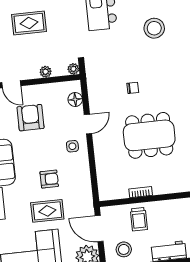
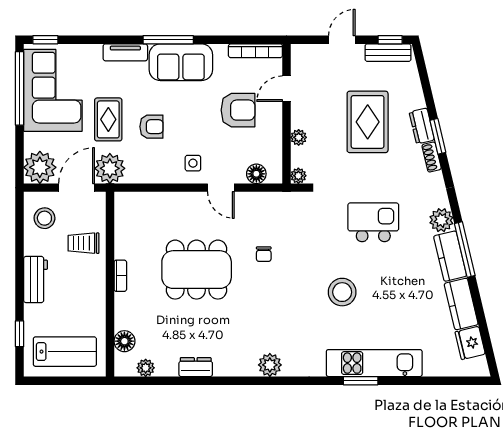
rug: (29, 23) -> (368, 122), width x1.36, depth x1.43
dining table: (149, 135) -> (197, 270), turned 90
armchair: (49, 179) -> (151, 127), turned -90
bookcase: (141, 192) -> (120, 276), moved
plant: (83, 206) -> (110, 168), added

